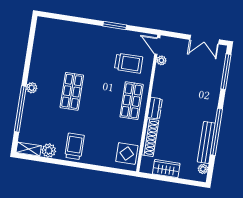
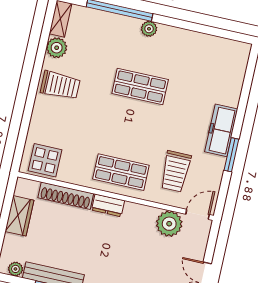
freezer: (98, 34) -> (221, 130), added
plant: (161, 60) -> (169, 224), width x1.88, depth x1.88

